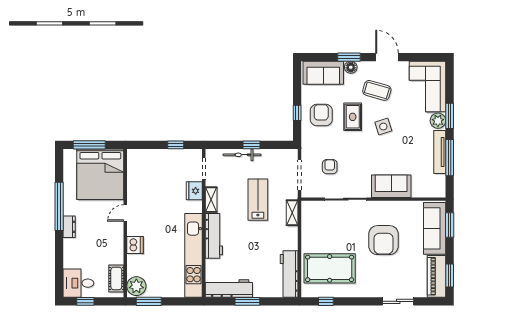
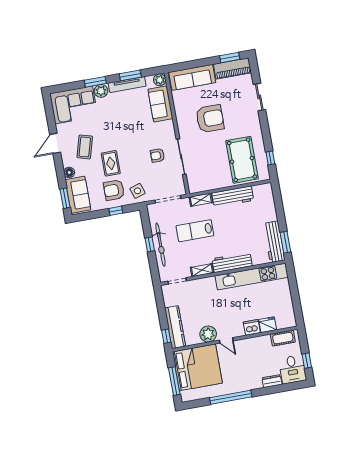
window: (349, 57) -> (65, 198), moved
rug: (353, 117) -> (111, 163), turned 90
side table: (383, 127) -> (137, 191), moved
window: (176, 145) -> (166, 336), moved
bicycle: (242, 155) -> (160, 245), width x1.37, depth x1.40
kitchen counter: (151, 157) -> (175, 327), added
window: (450, 158) -> (130, 75), width x0.69
armchair: (330, 167) -> (157, 155), moved
sofa: (391, 186) -> (160, 104), moved
plant: (438, 190) -> (160, 80), added
fridge: (194, 191) -> (268, 325), moved, turned 180
window: (450, 225) -> (187, 65), removed
dresser: (69, 227) -> (272, 381), moved
workbench: (289, 274) -> (233, 197), moved
plant: (136, 286) -> (208, 334), moved
window: (149, 301) -> (297, 307), removed
window: (247, 301) -> (285, 242), moved

